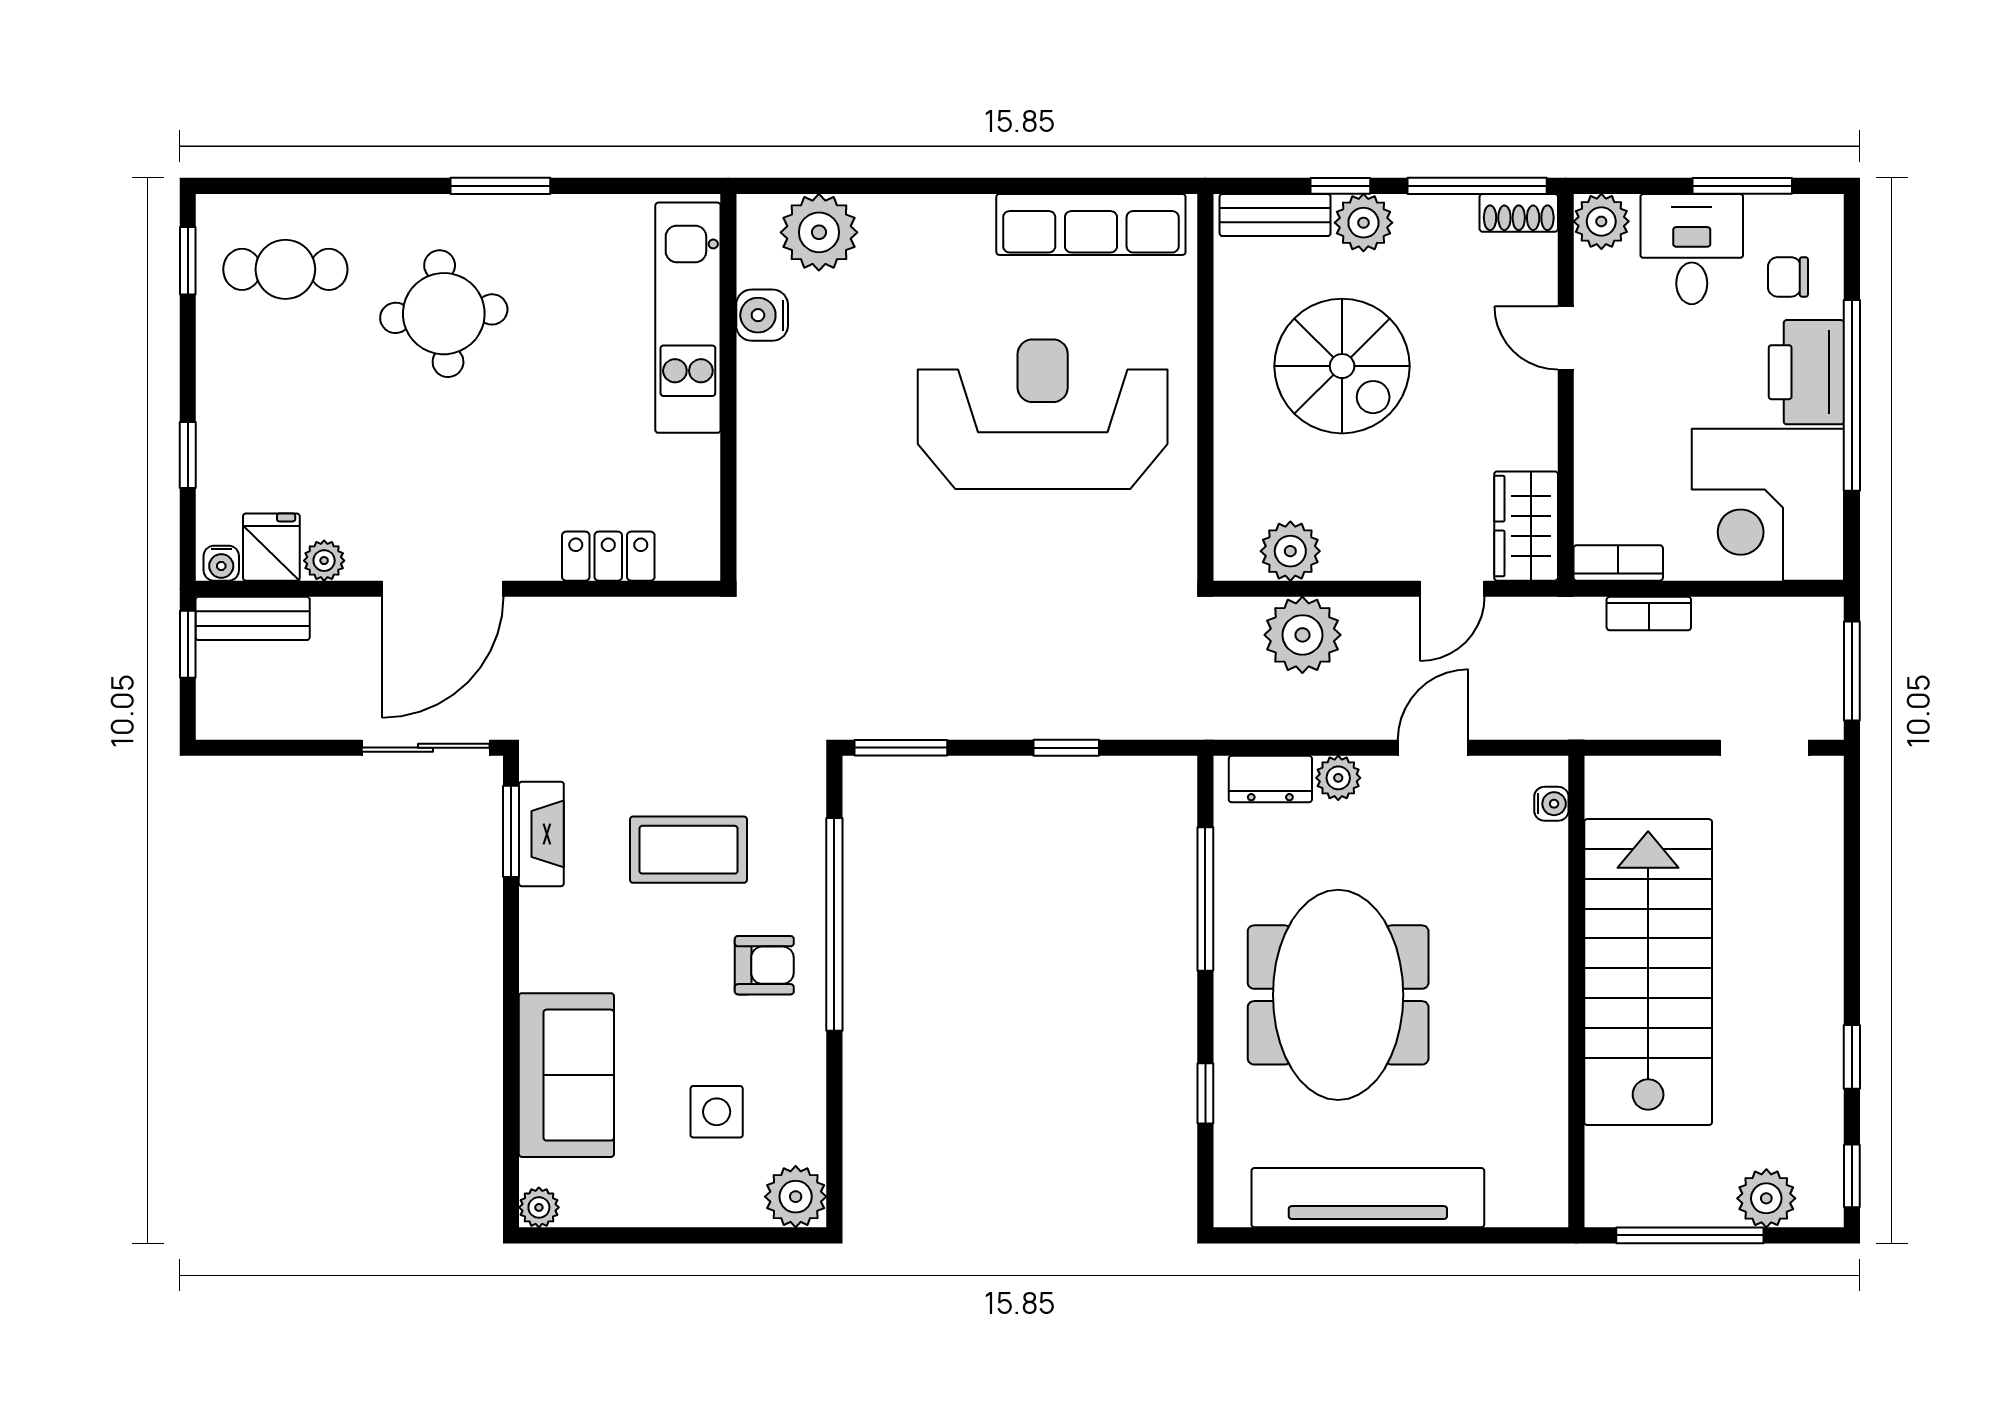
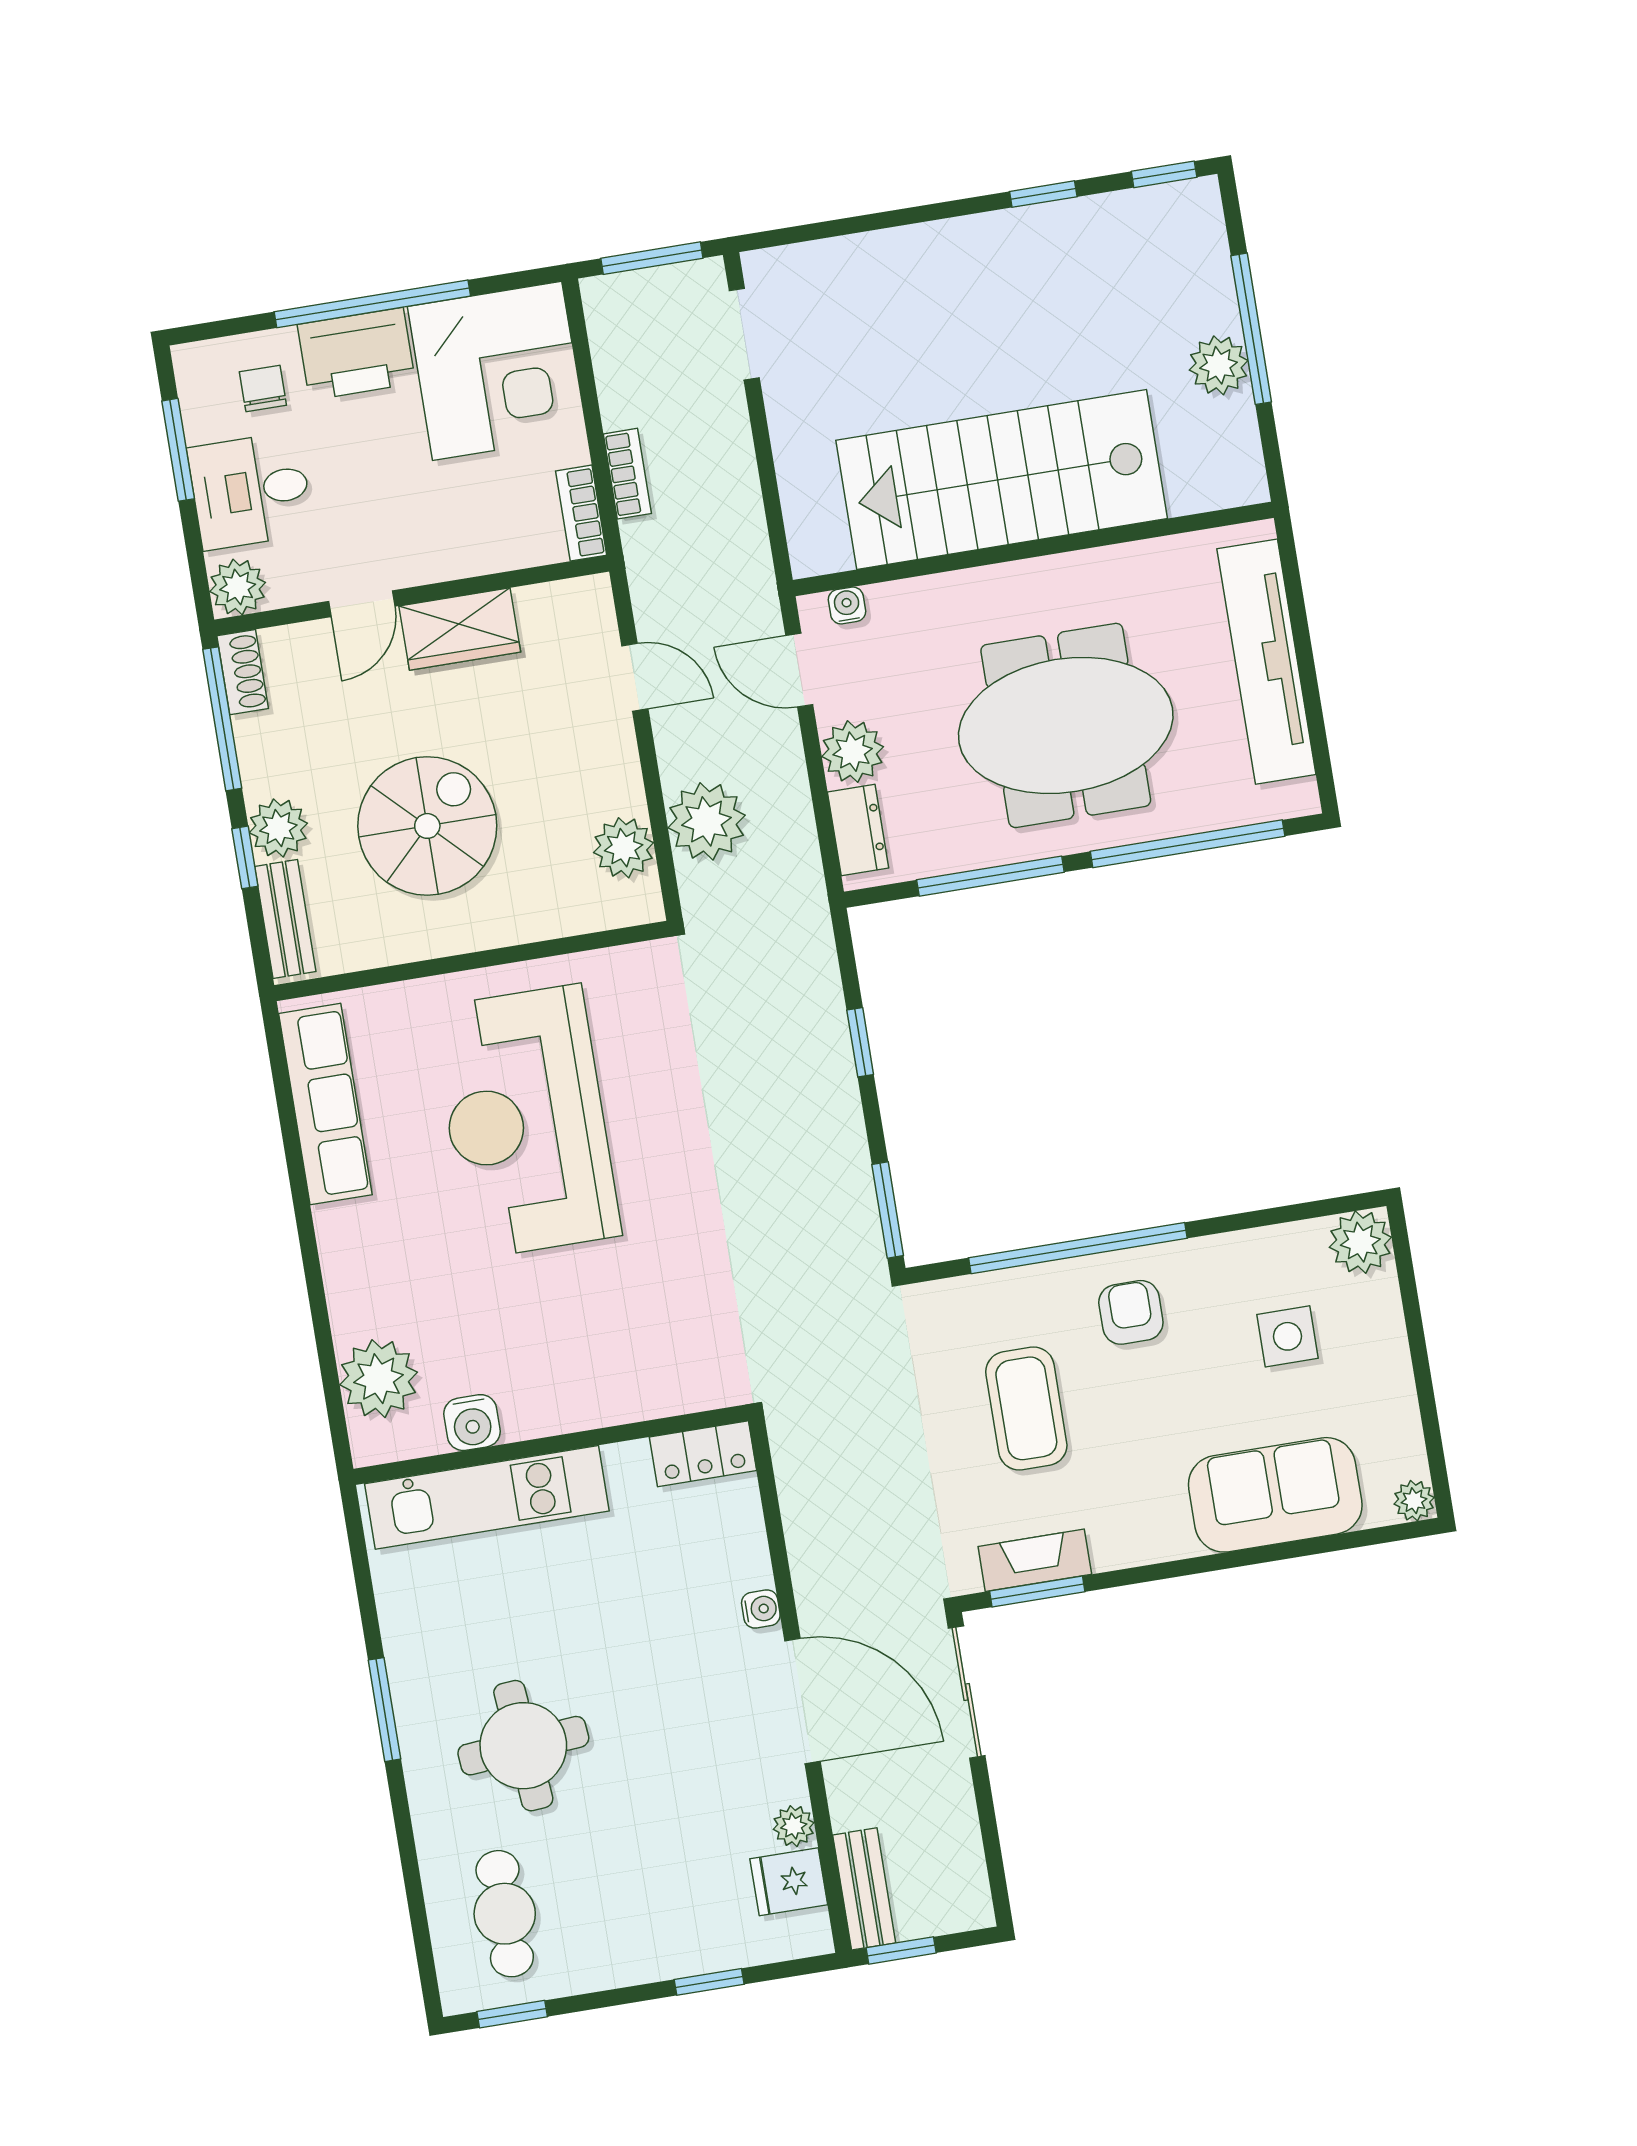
chair: (1788, 277) -> (263, 388), turned 180
wardrobe: (1526, 526) -> (460, 629), moved
locker: (608, 556) -> (703, 1454), moved, turned -90
water cooler: (221, 563) -> (761, 1609), moved
plant: (1338, 778) -> (853, 752), width x1.38, depth x1.38
water cooler: (1551, 804) -> (847, 605), moved
stairs: (1648, 972) -> (1002, 479), moved
wall: (1576, 992) -> (1033, 549), moved
window: (1205, 1093) -> (1188, 844), width x3.17
plant: (1766, 1198) -> (1219, 365), moved

